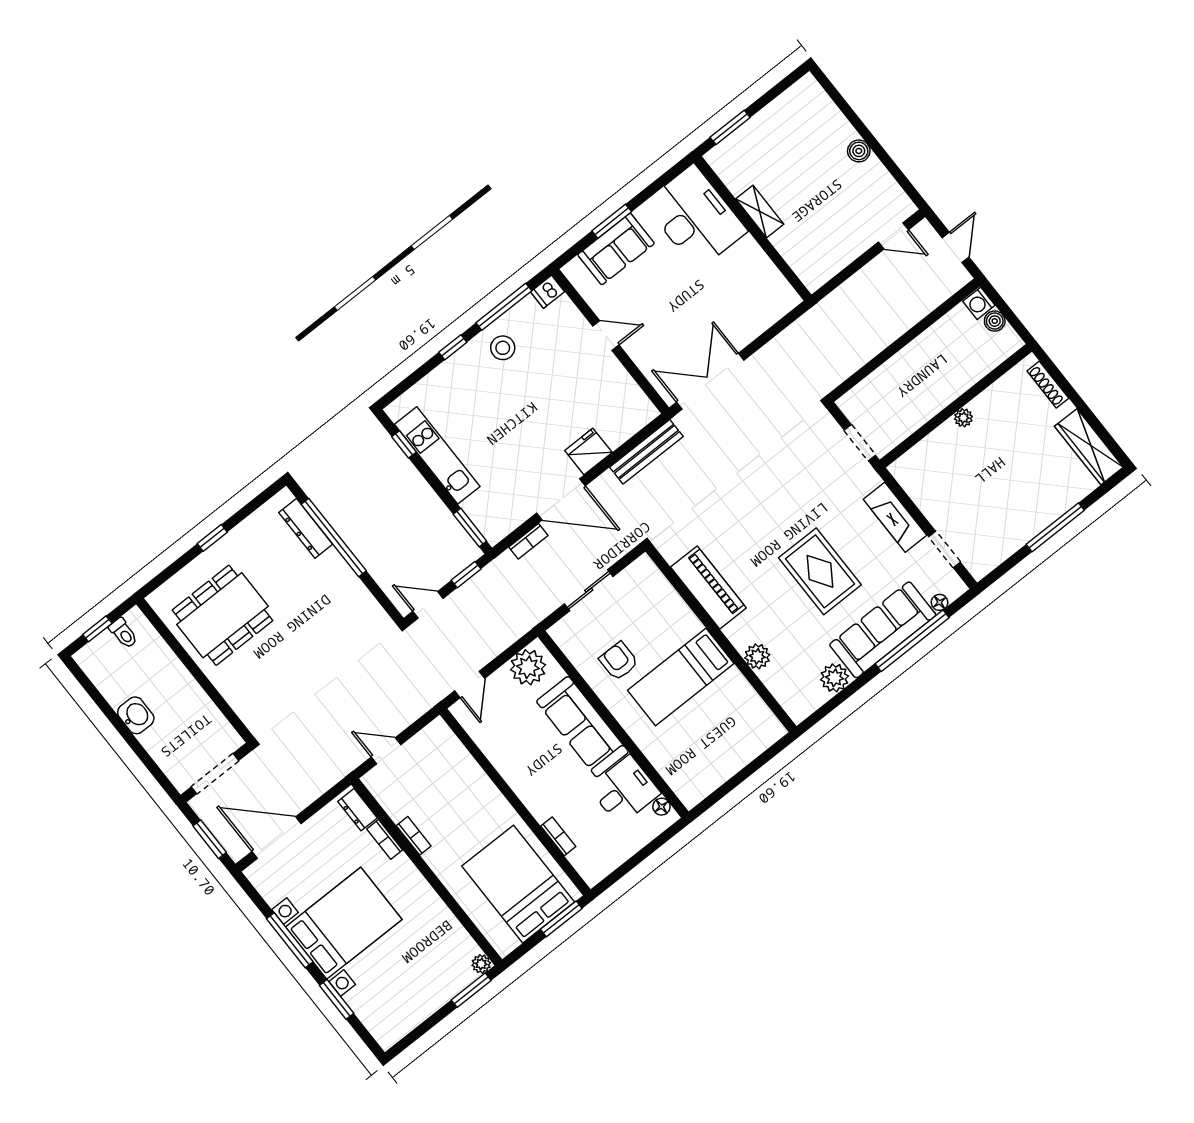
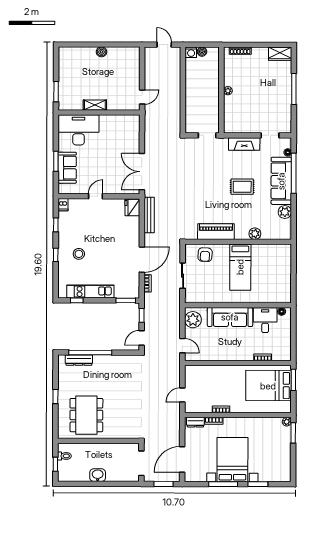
door: (893, 236) -> (142, 97), moved
window: (504, 307) -> (56, 225), width x0.46
stool: (503, 348) -> (79, 254), moved
wardrobe: (1089, 447) -> (280, 54), width x0.67
fridge: (588, 451) -> (132, 207), moved
rug: (820, 571) -> (242, 187), width x0.73, depth x0.70
armchair: (619, 661) -> (205, 255), moved, turned -87

